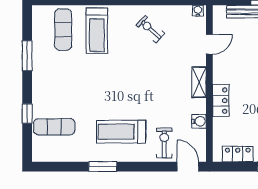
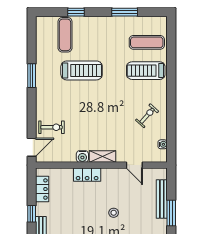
water cooler: (198, 11) -> (163, 144), moved
water cooler: (199, 121) -> (82, 157), moved
treadmill: (121, 132) -> (82, 70), moved, turned 90

